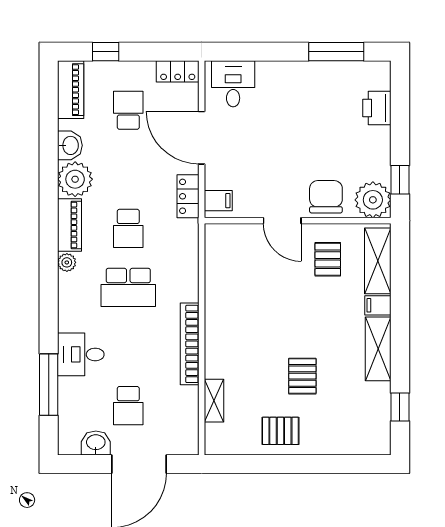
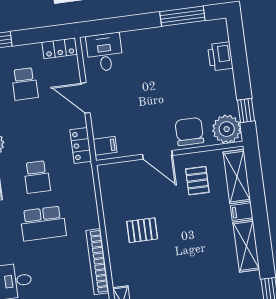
school desk: (128, 110) -> (25, 84), turned 180
door: (202, 138) -> (85, 98), width x0.73
pallet: (302, 376) -> (142, 230), moved, turned 90

